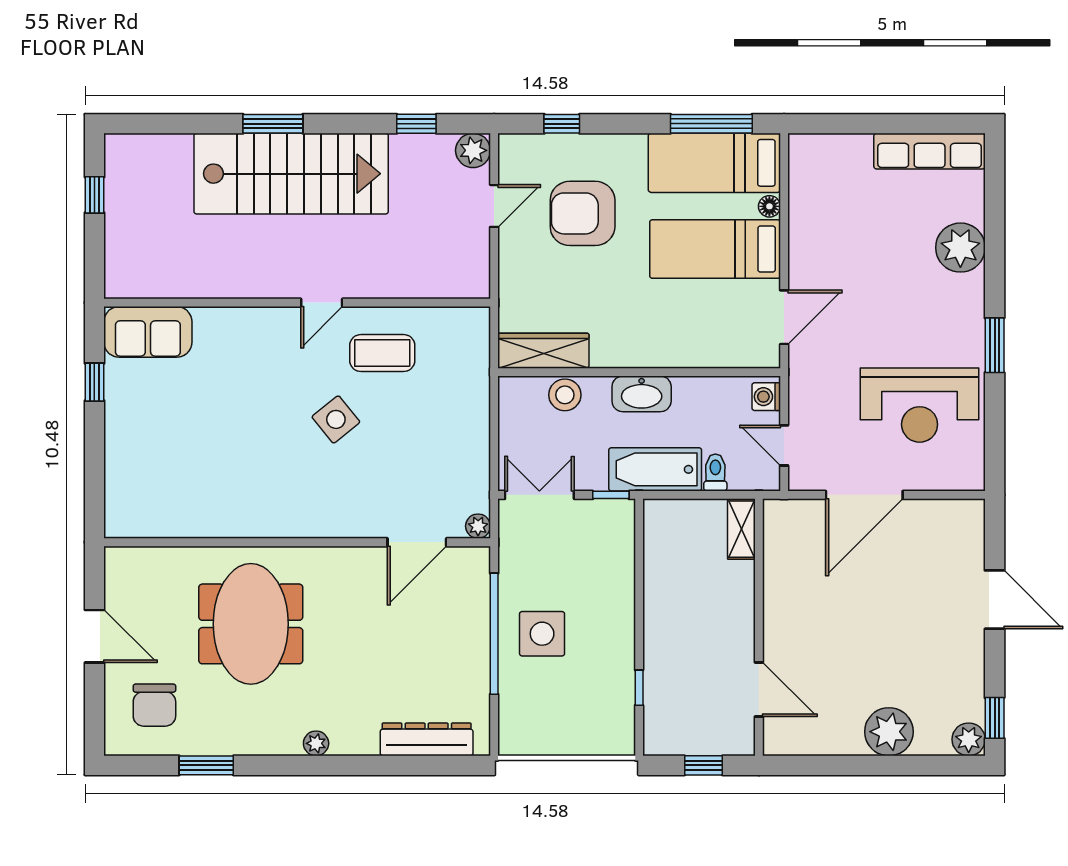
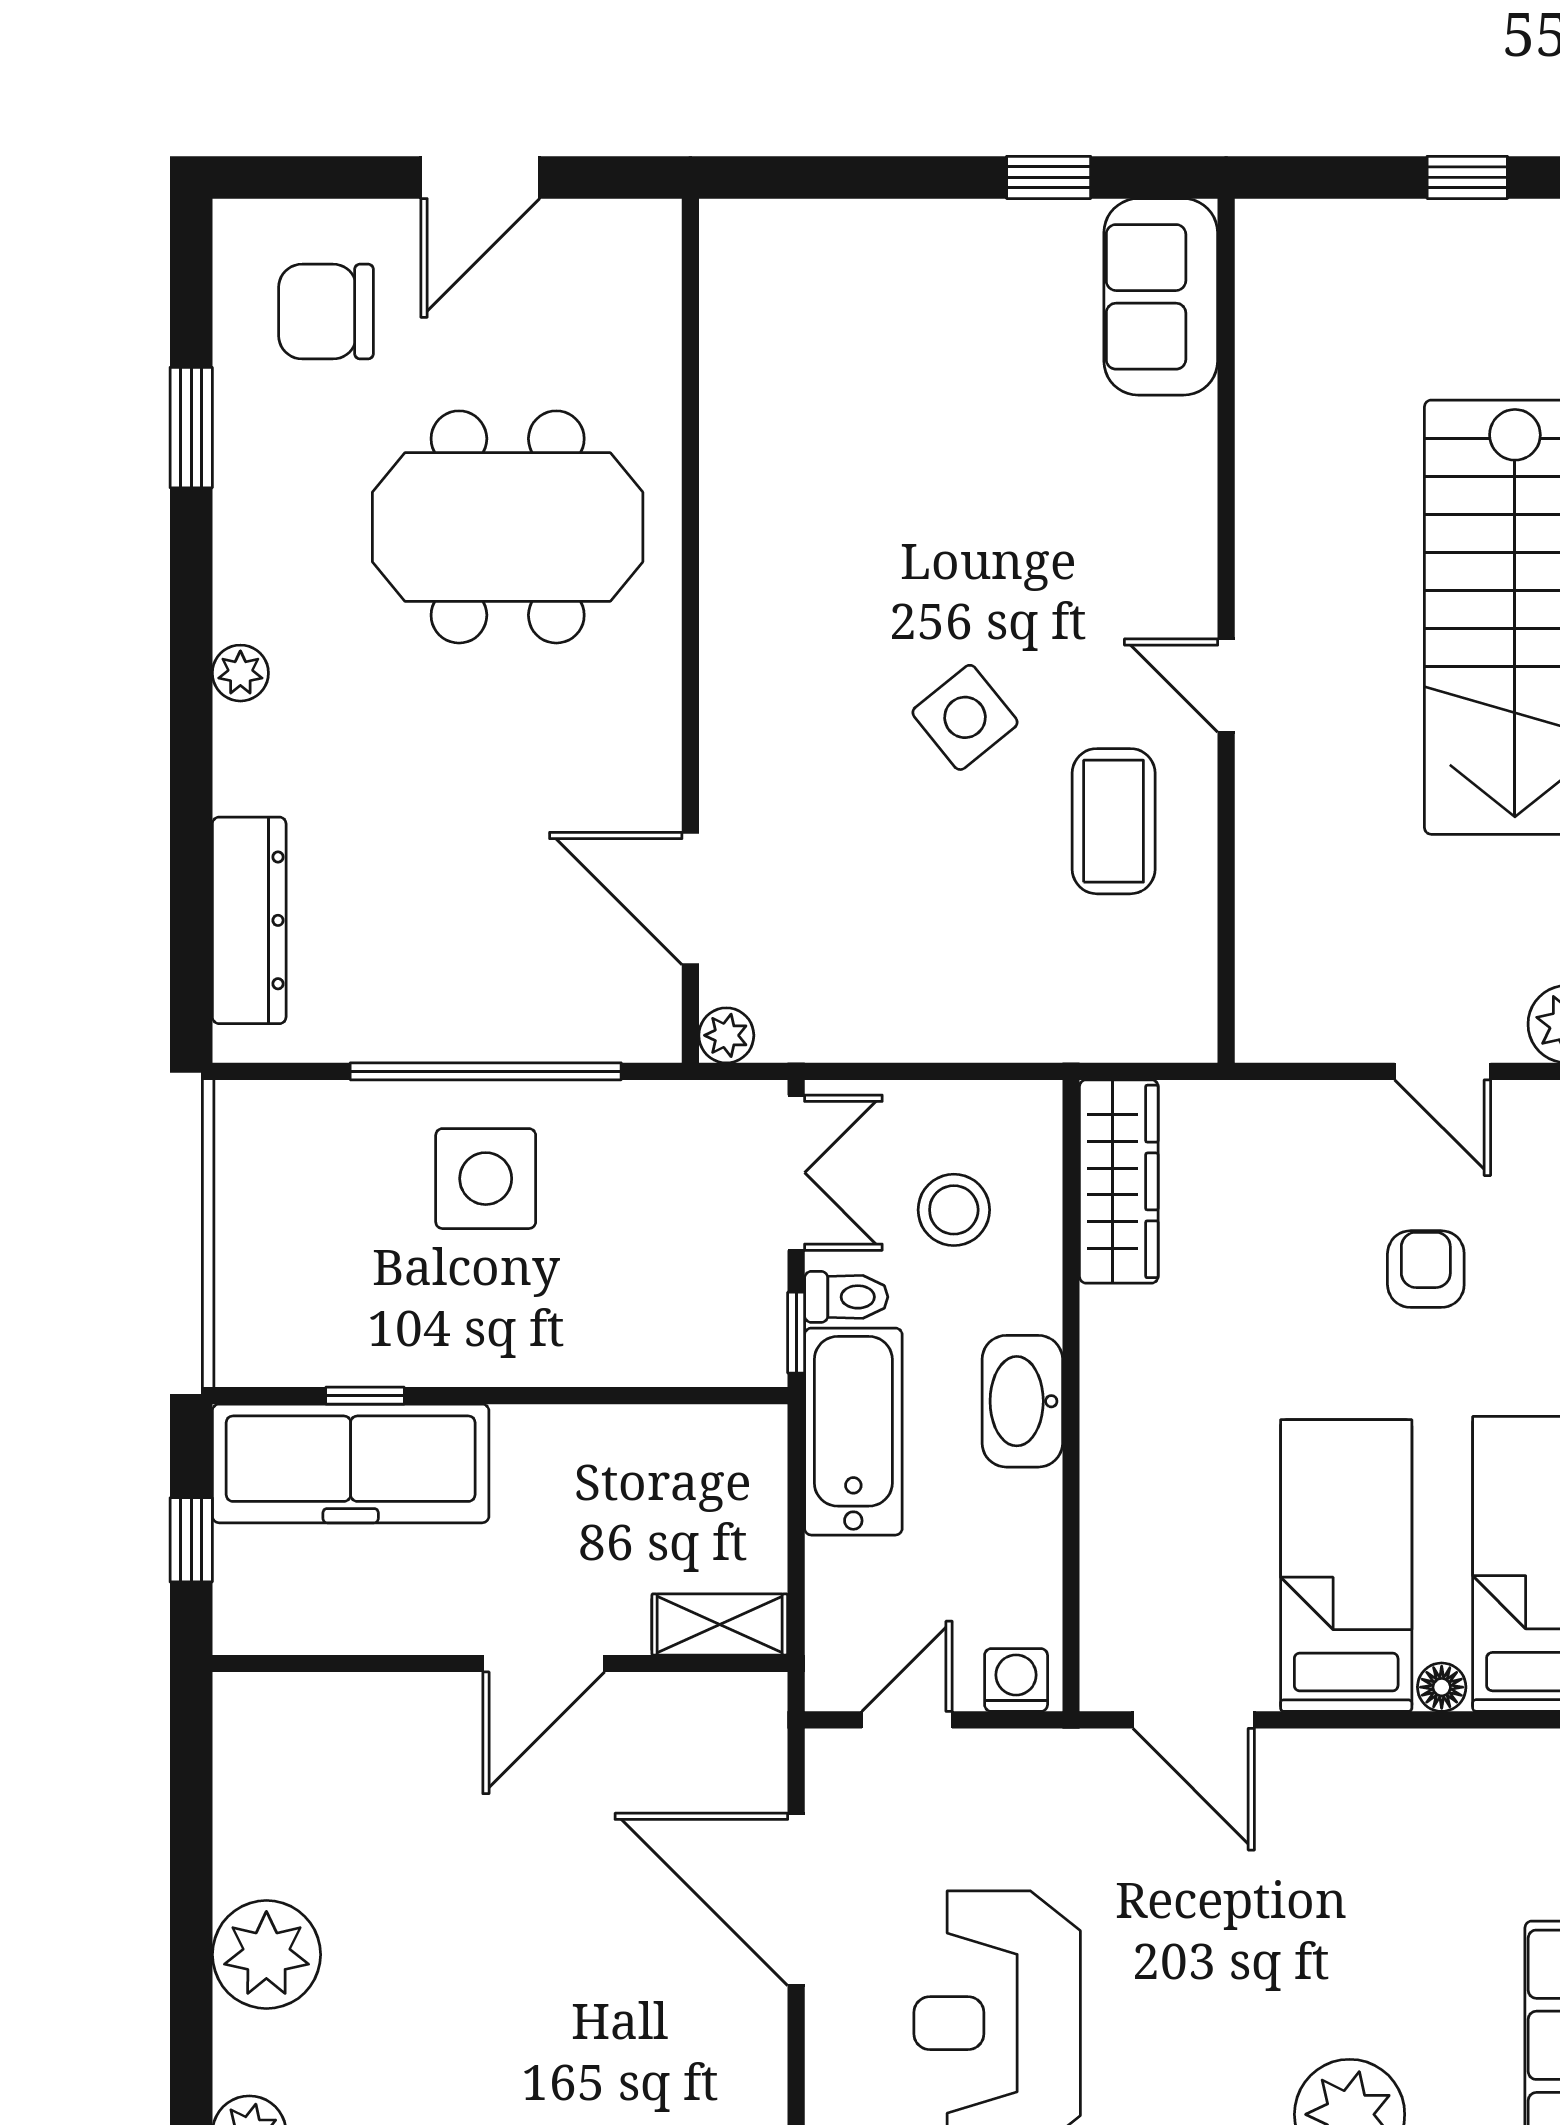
armchair: (583, 213) -> (1426, 1269), width x0.53, depth x0.53
stool: (565, 395) -> (954, 1210), moved
toilet: (715, 473) -> (846, 1297), moved
door: (759, 689) -> (544, 1663), moved
freezer: (669, 694) -> (351, 1463), added

